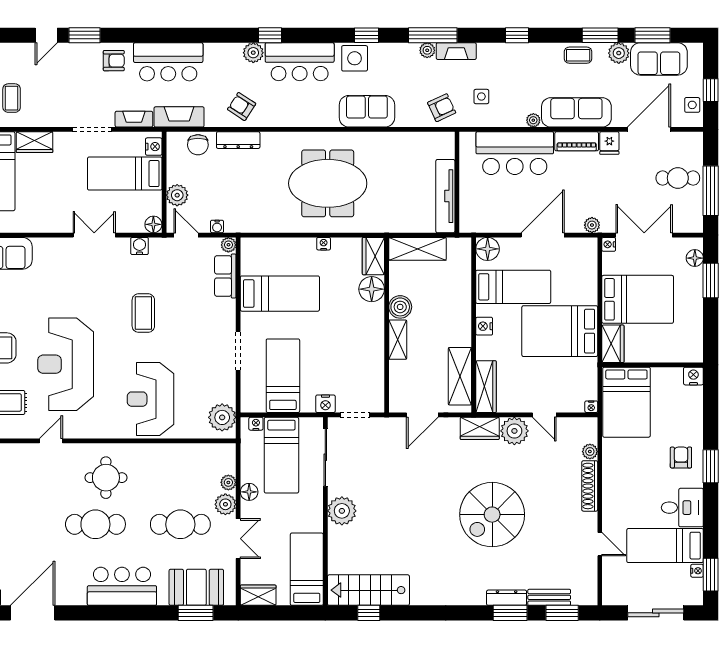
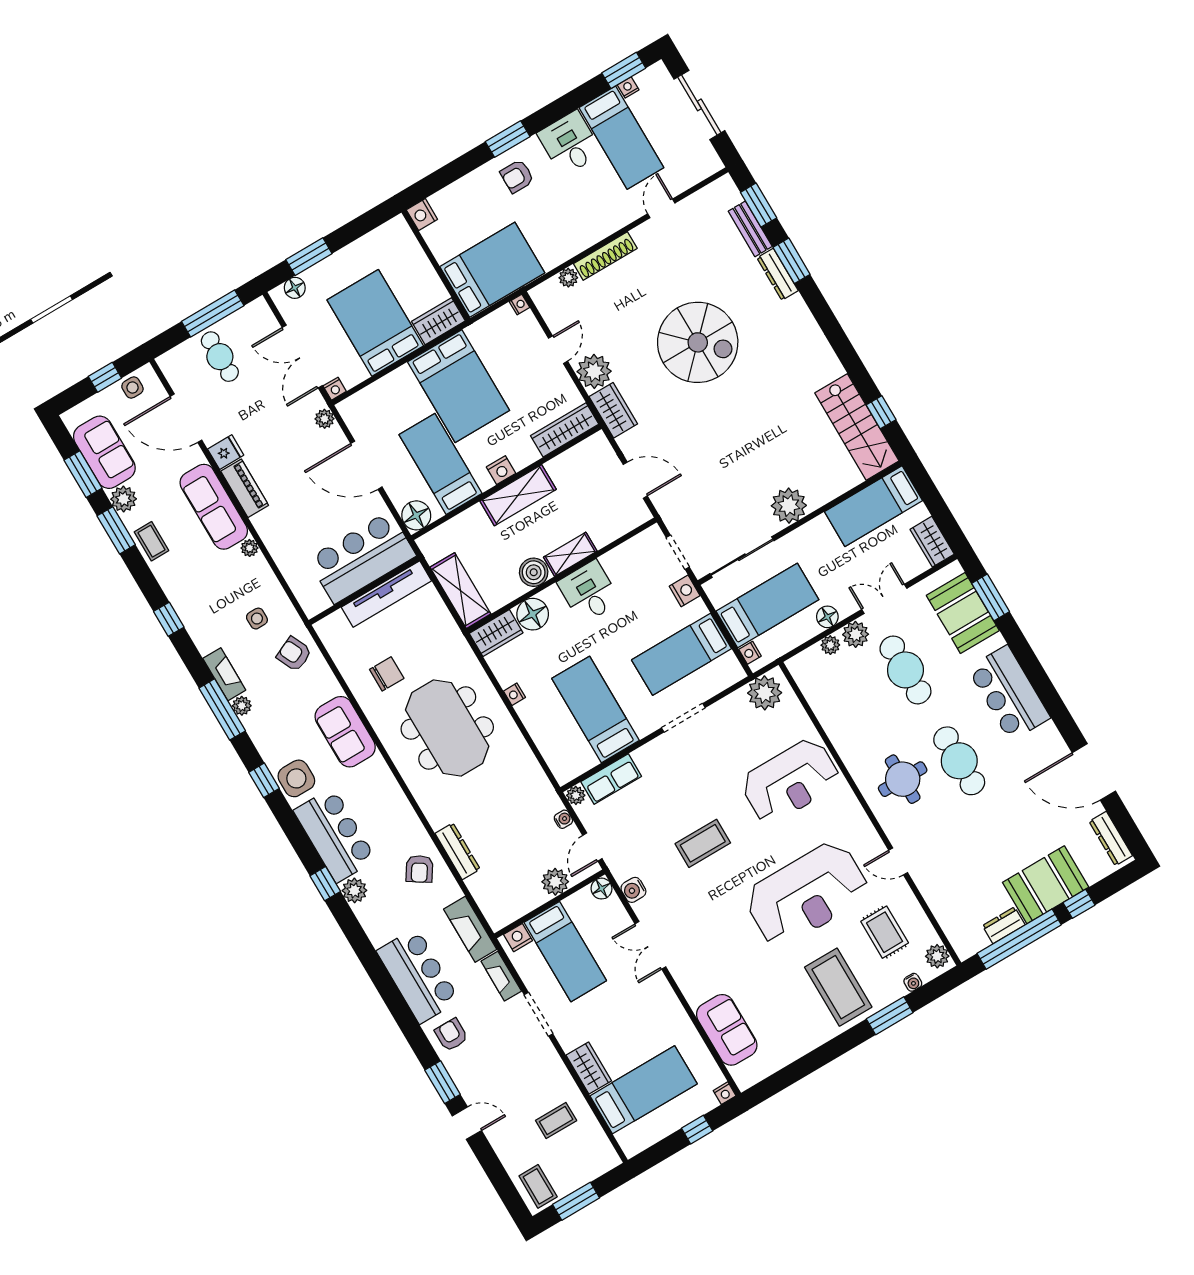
chair: (198, 145) -> (387, 674), moved
bar counter: (515, 153) -> (362, 557), moved, turned -90
desk: (364, 337) -> (589, 592), added
shelving: (460, 376) -> (518, 495), moved

